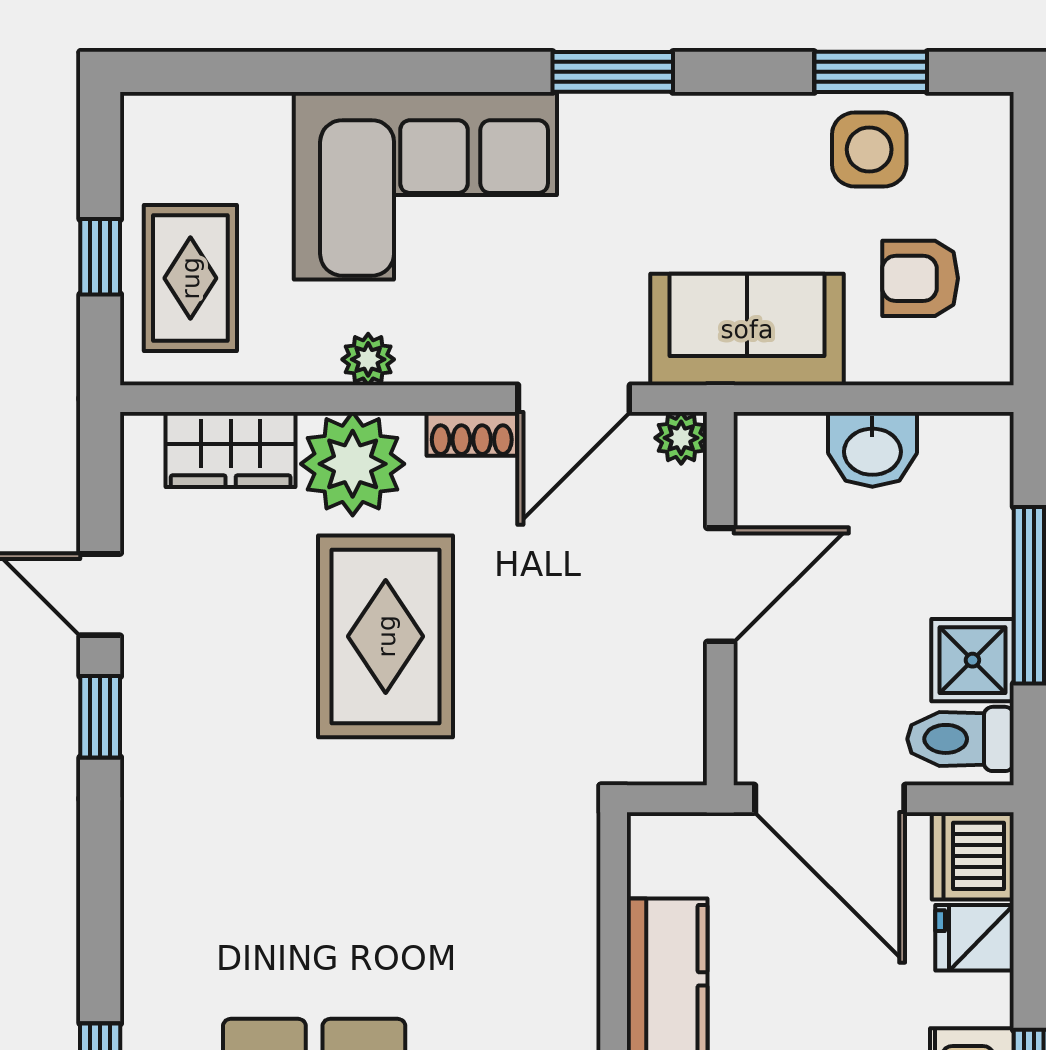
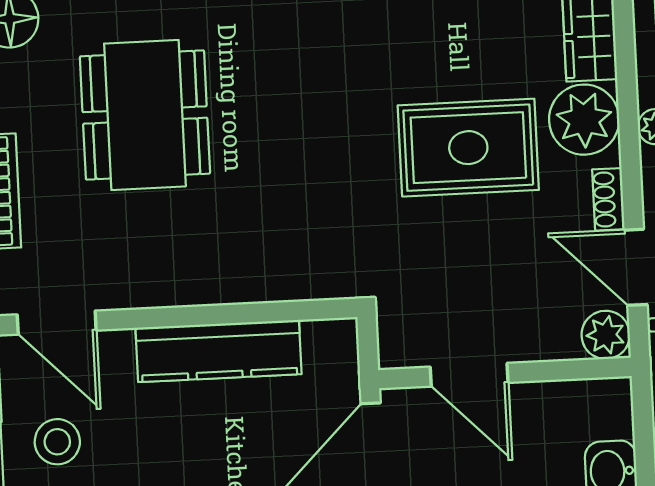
plant: (681, 438) -> (606, 335), width x1.38, depth x1.38
door: (720, 585) -> (469, 375), moved

